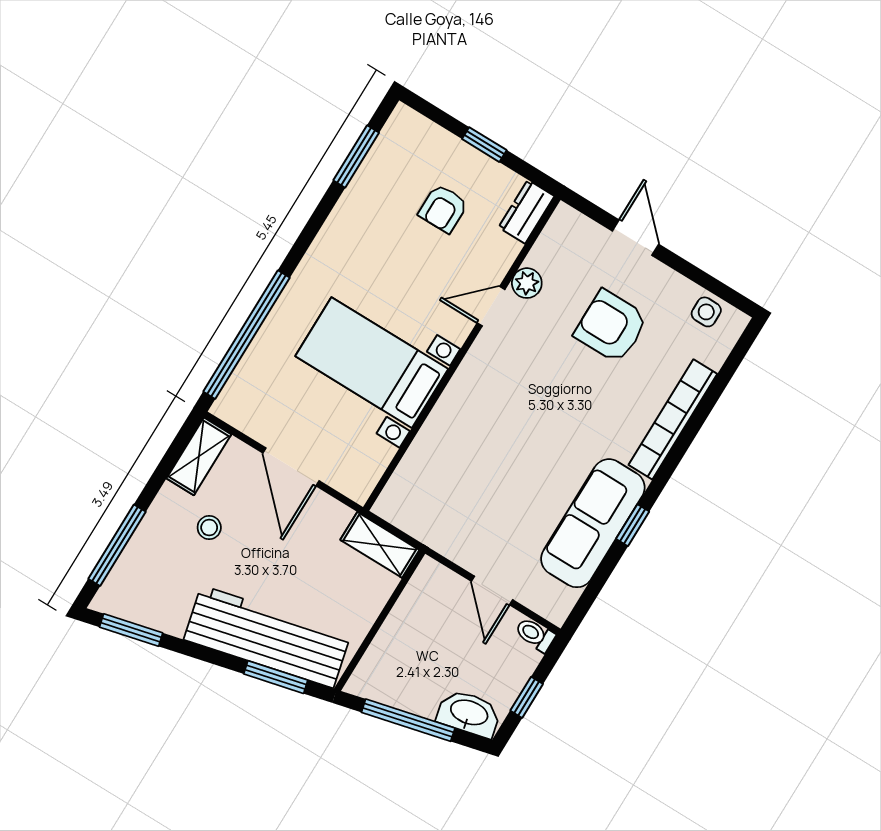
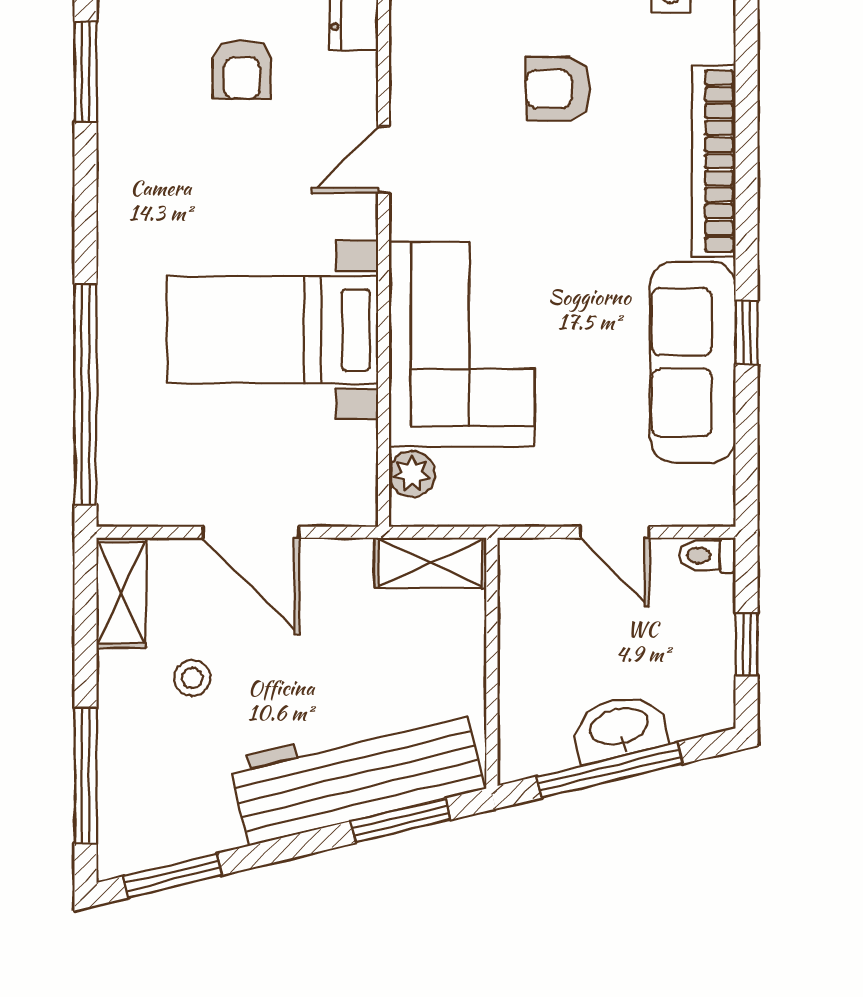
plant: (527, 283) -> (412, 474), moved
armchair: (611, 326) -> (558, 89), width x0.72, depth x0.72
corner sofa: (471, 435) -> (462, 344), added
washbasin: (469, 713) -> (619, 728), moved

